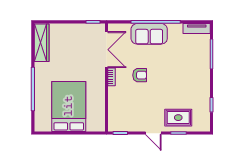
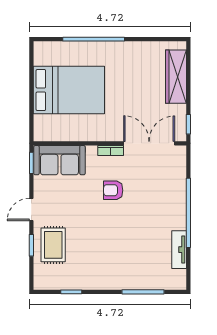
tv unit: (197, 29) -> (179, 250), moved
sofa: (149, 34) -> (59, 160), moved, turned -90
wardrobe: (42, 43) -> (176, 77), moved, turned 90
double door: (106, 50) -> (149, 143), swing flipped
armchair: (140, 75) -> (113, 190), turned 90

